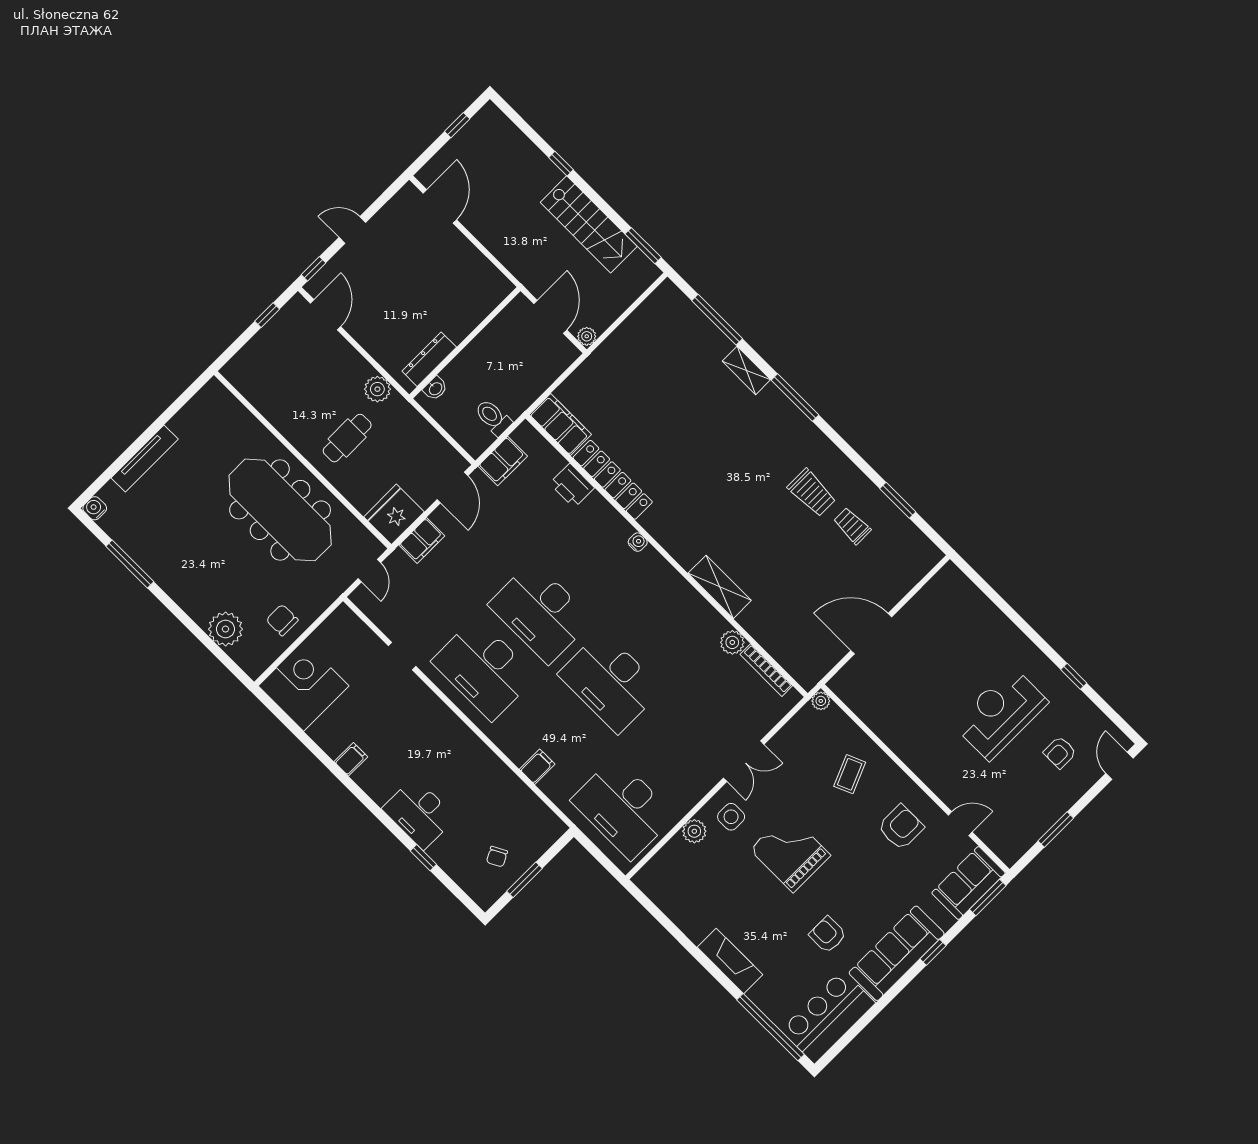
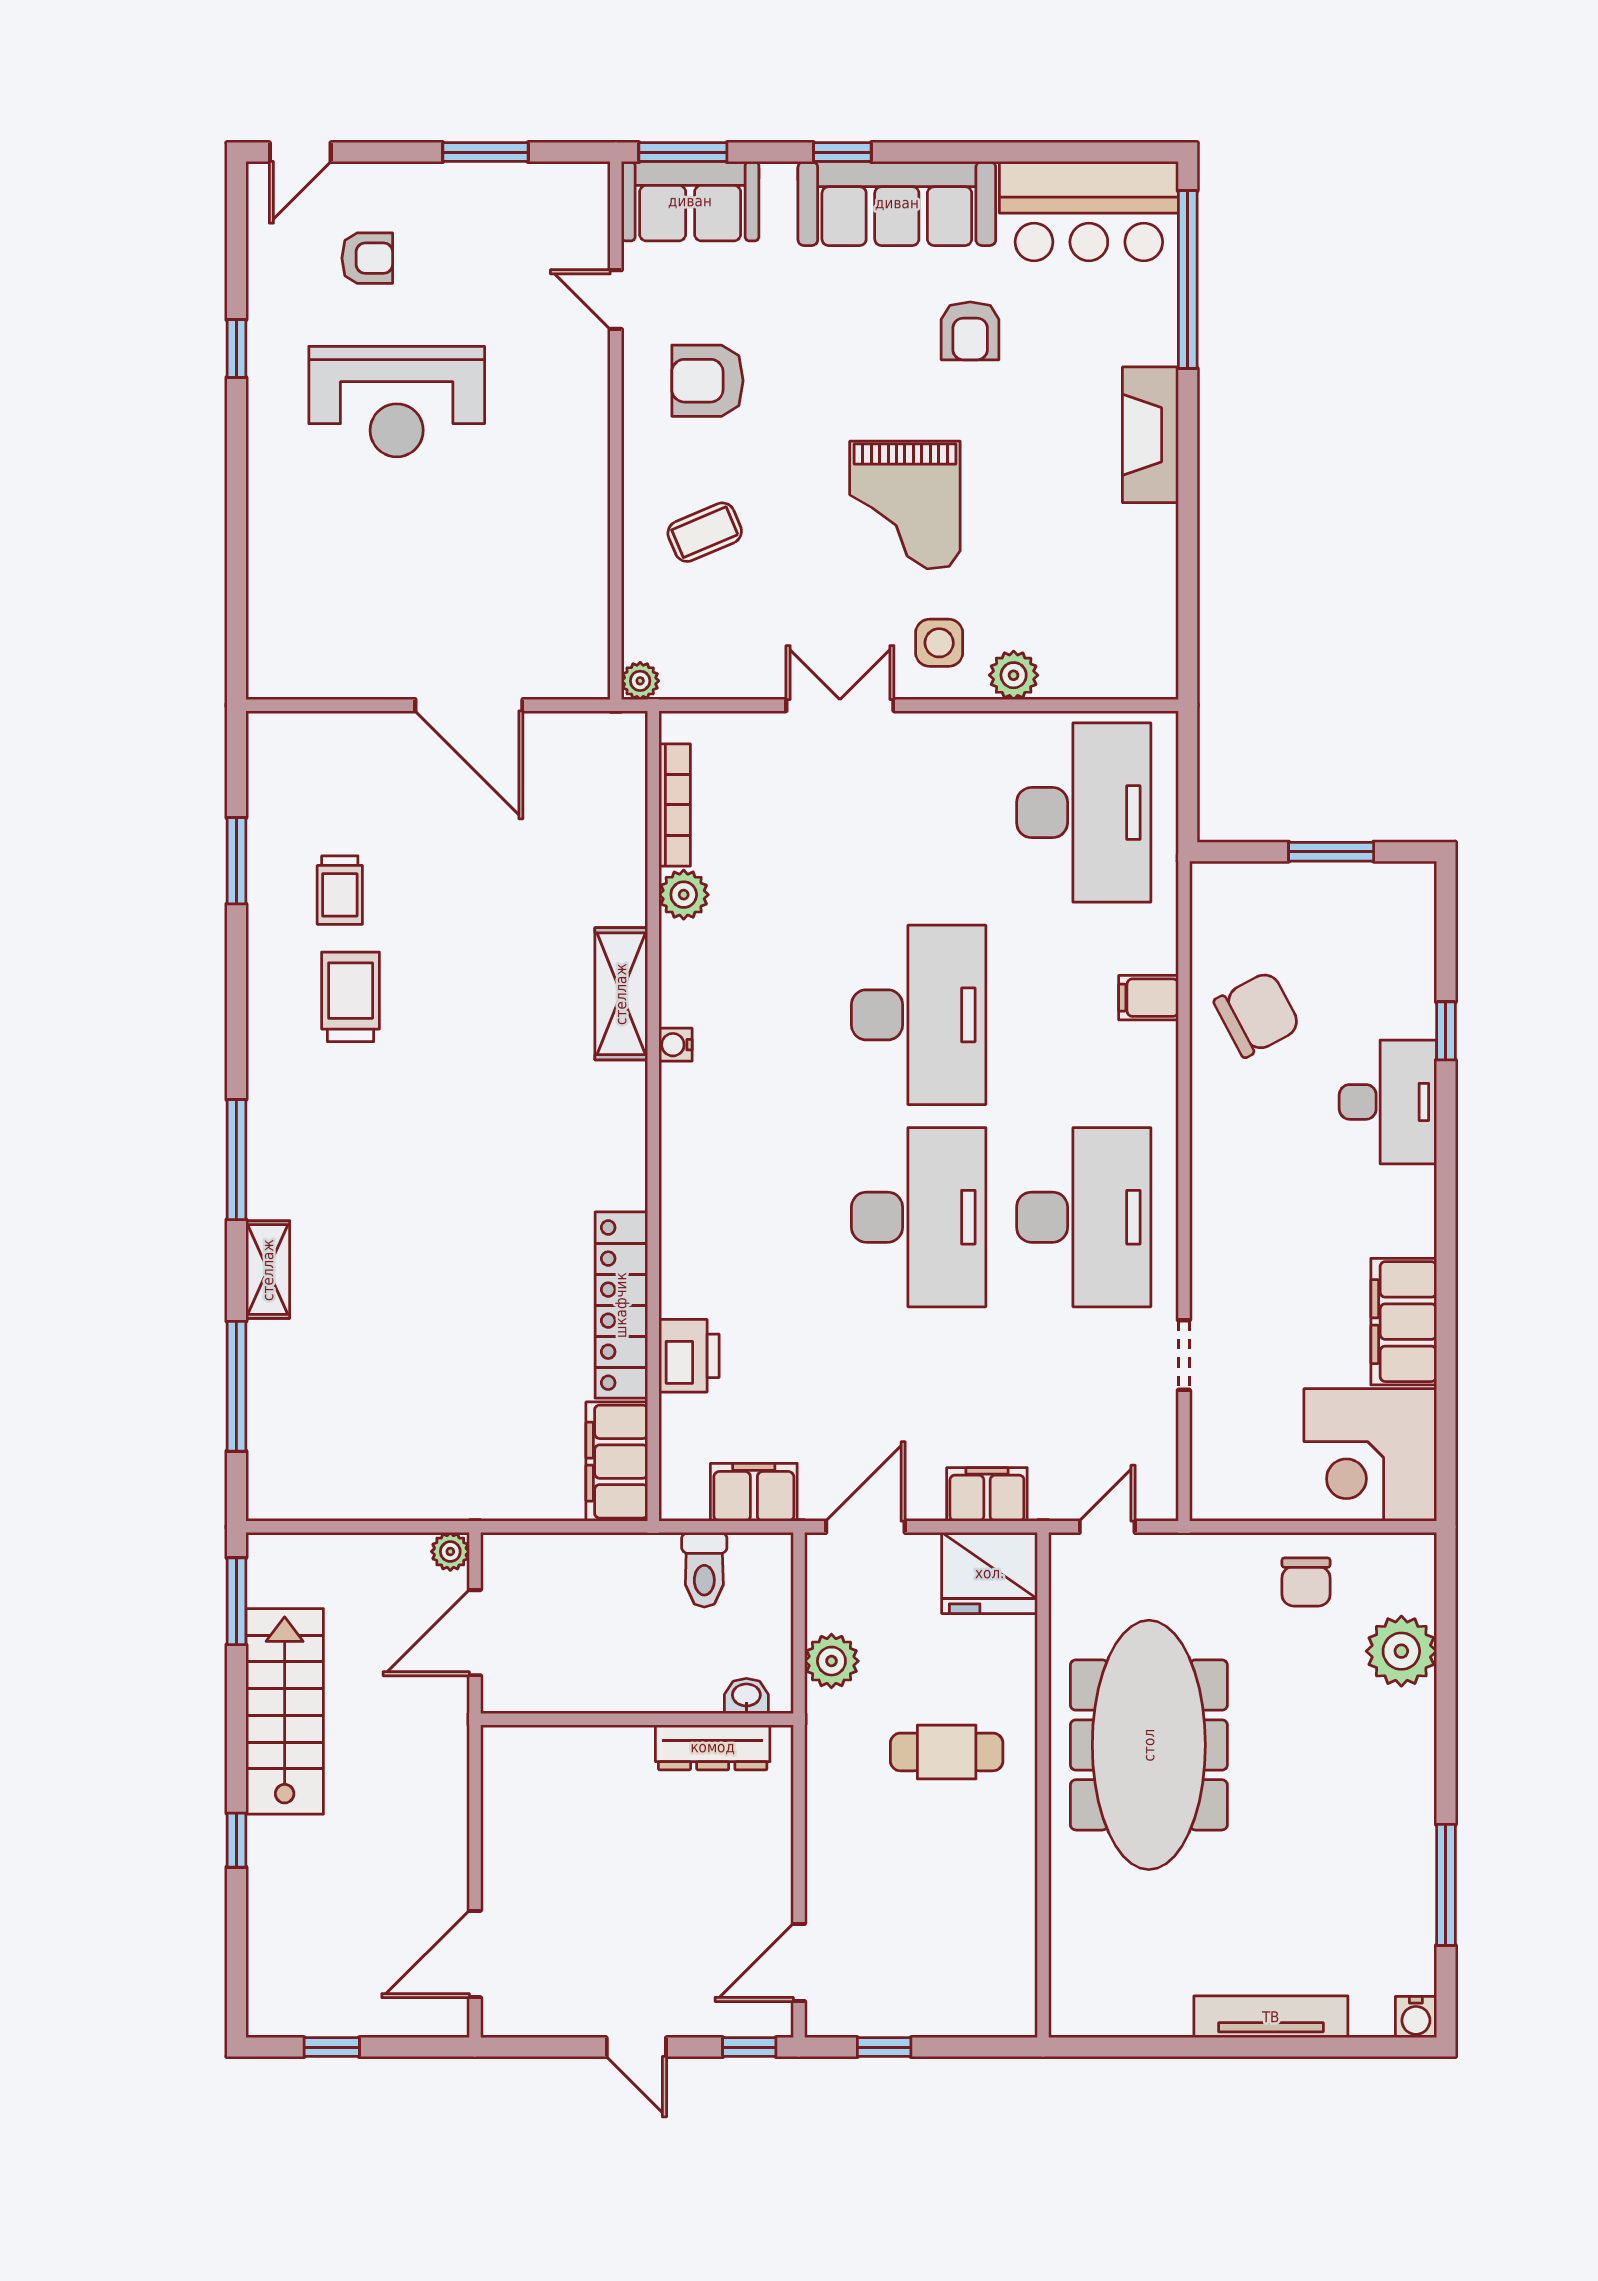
plant: (377, 389) -> (831, 1661), moved
water cooler: (638, 542) -> (676, 1045), moved
filing cabinet: (351, 759) -> (1404, 1322), width x3.00, depth x1.17
chair: (497, 857) -> (1257, 1014), moved, width x1.87, depth x1.87

